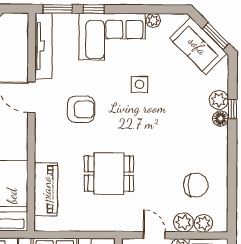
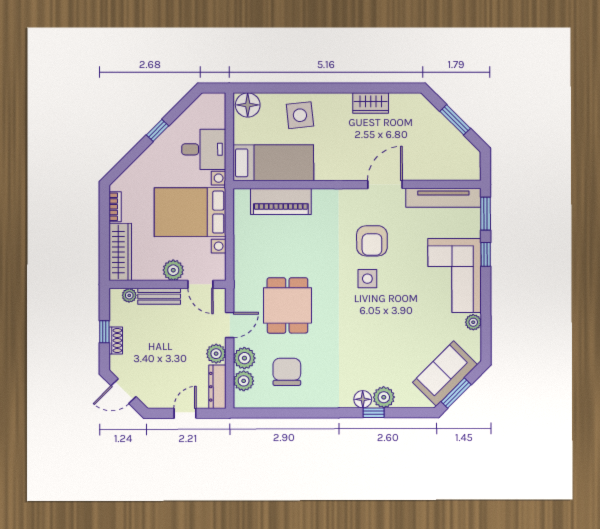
side table: (139, 84) -> (367, 279), moved
dining table: (109, 174) -> (287, 305), moved
chair: (196, 185) -> (287, 372), turned 180

